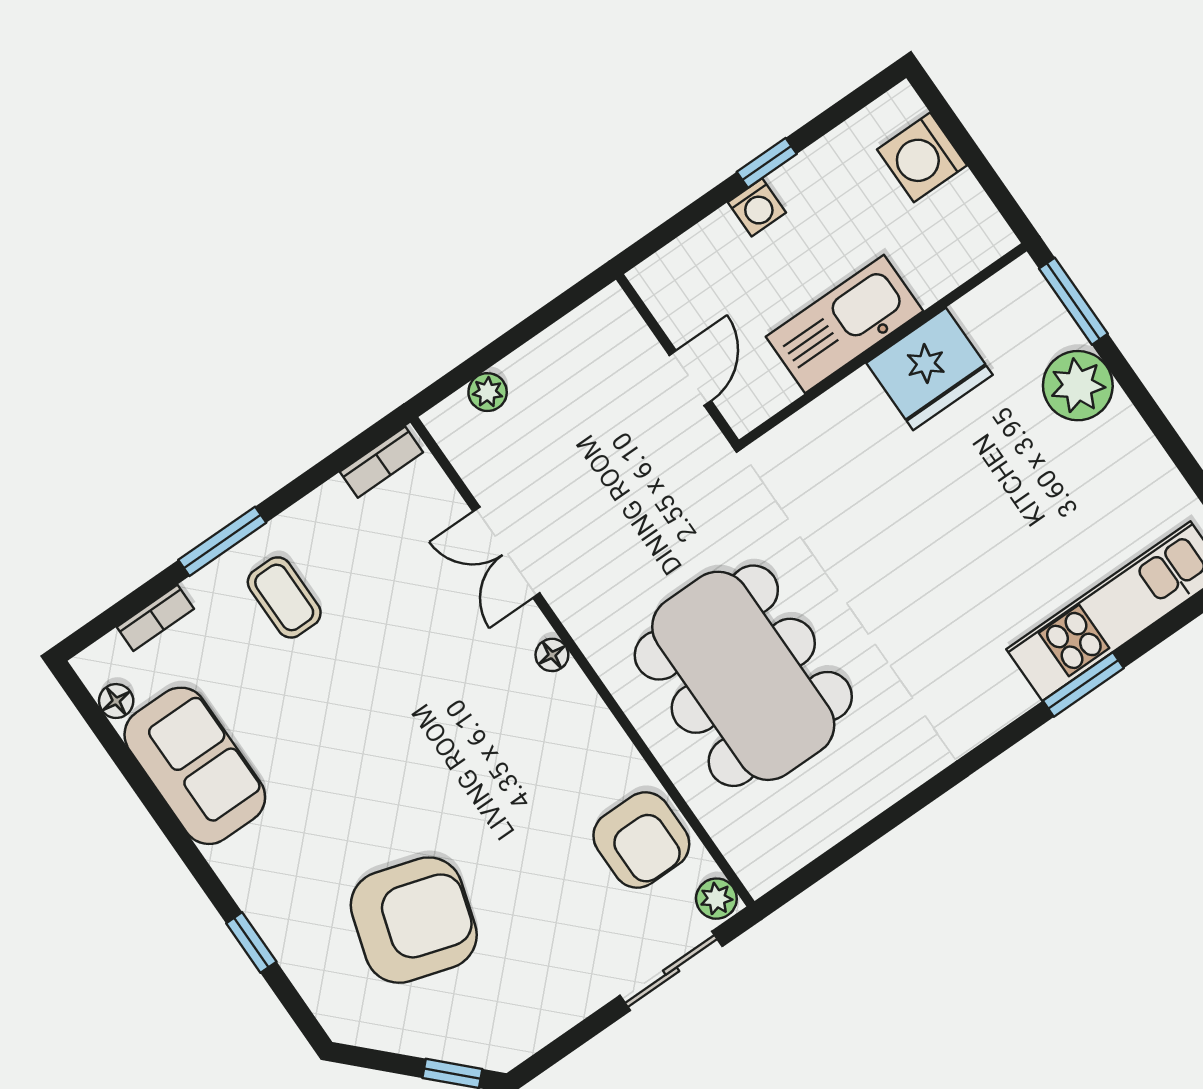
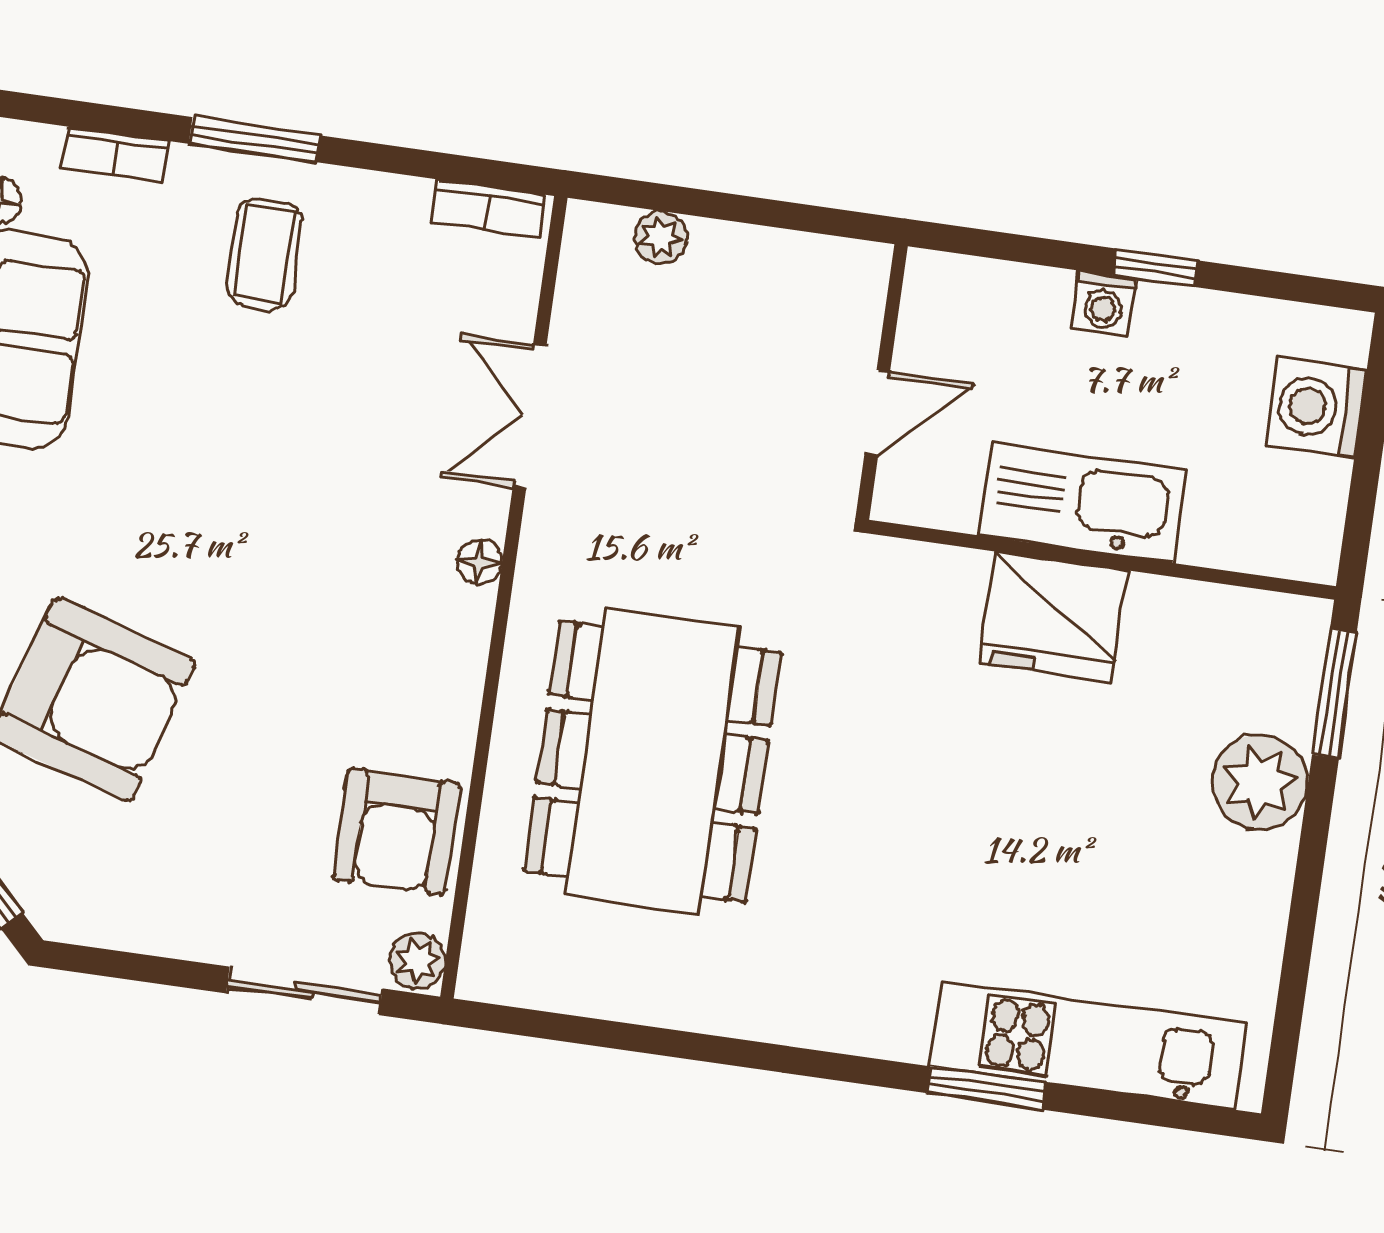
fridge: (930, 369) -> (1054, 617), moved

